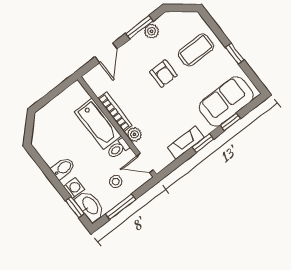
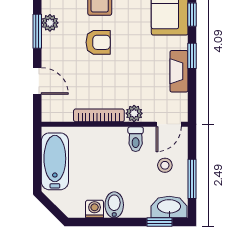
bathtub: (98, 124) -> (55, 161), moved, turned -90
washing machine: (74, 188) -> (95, 209), moved

